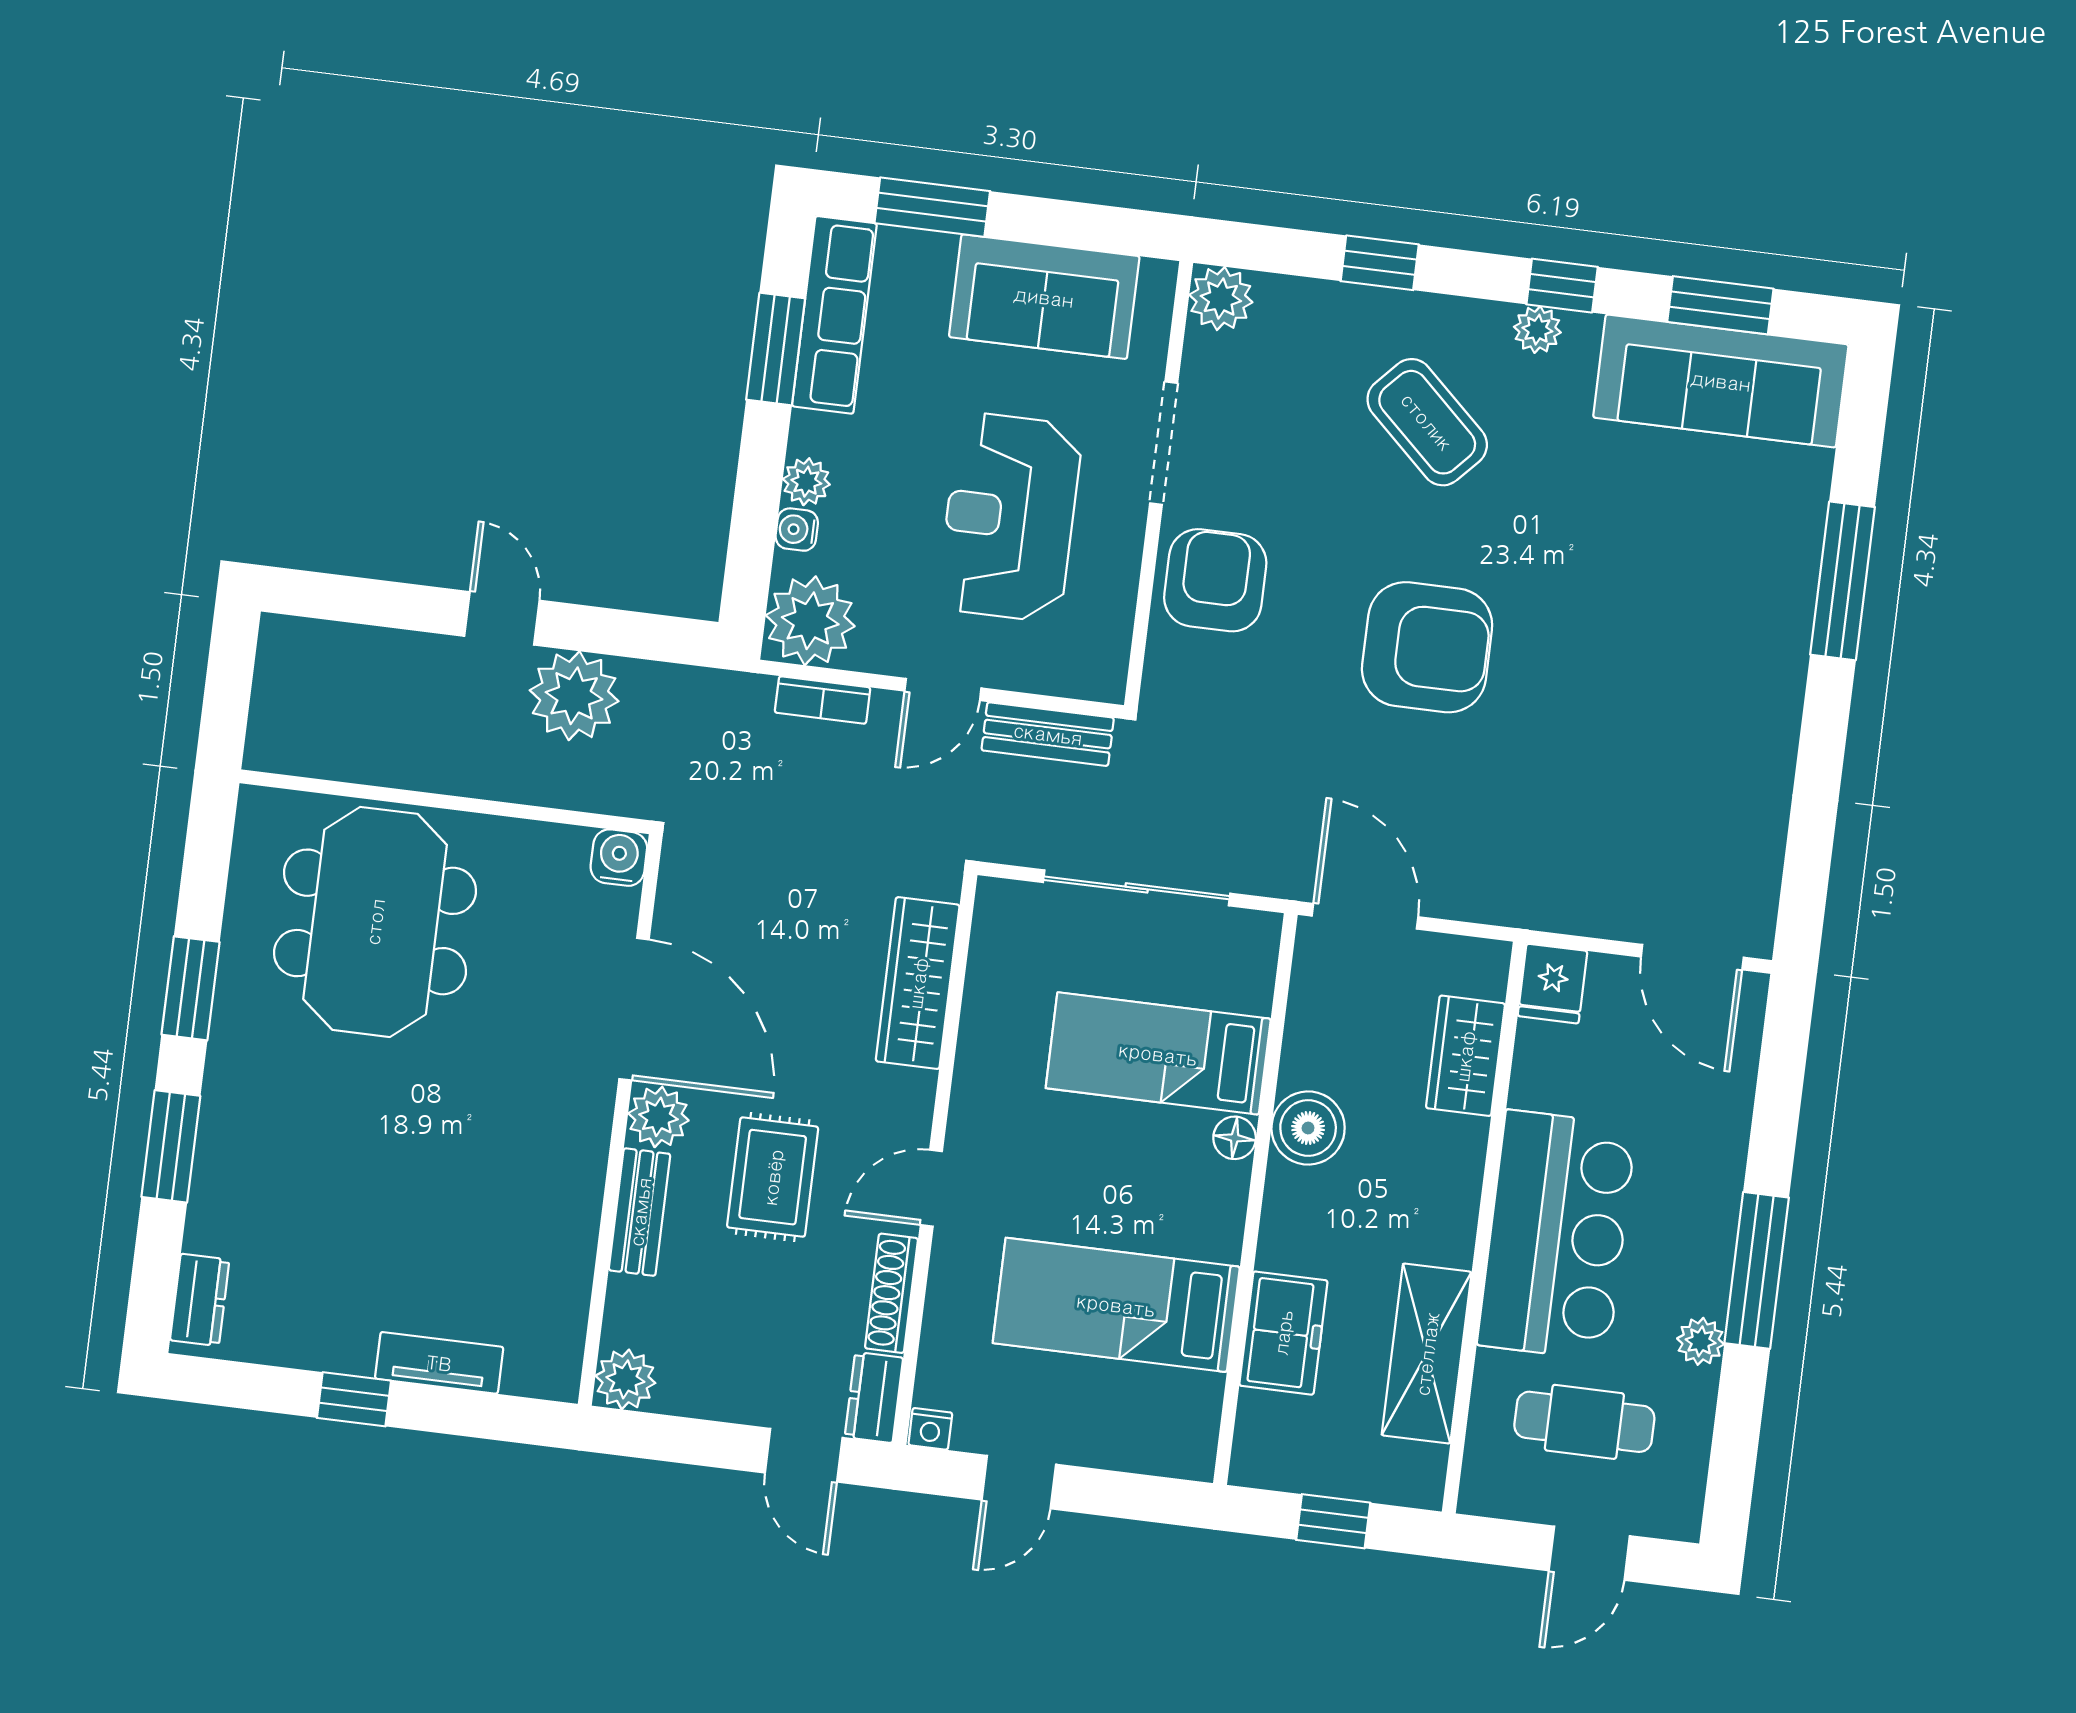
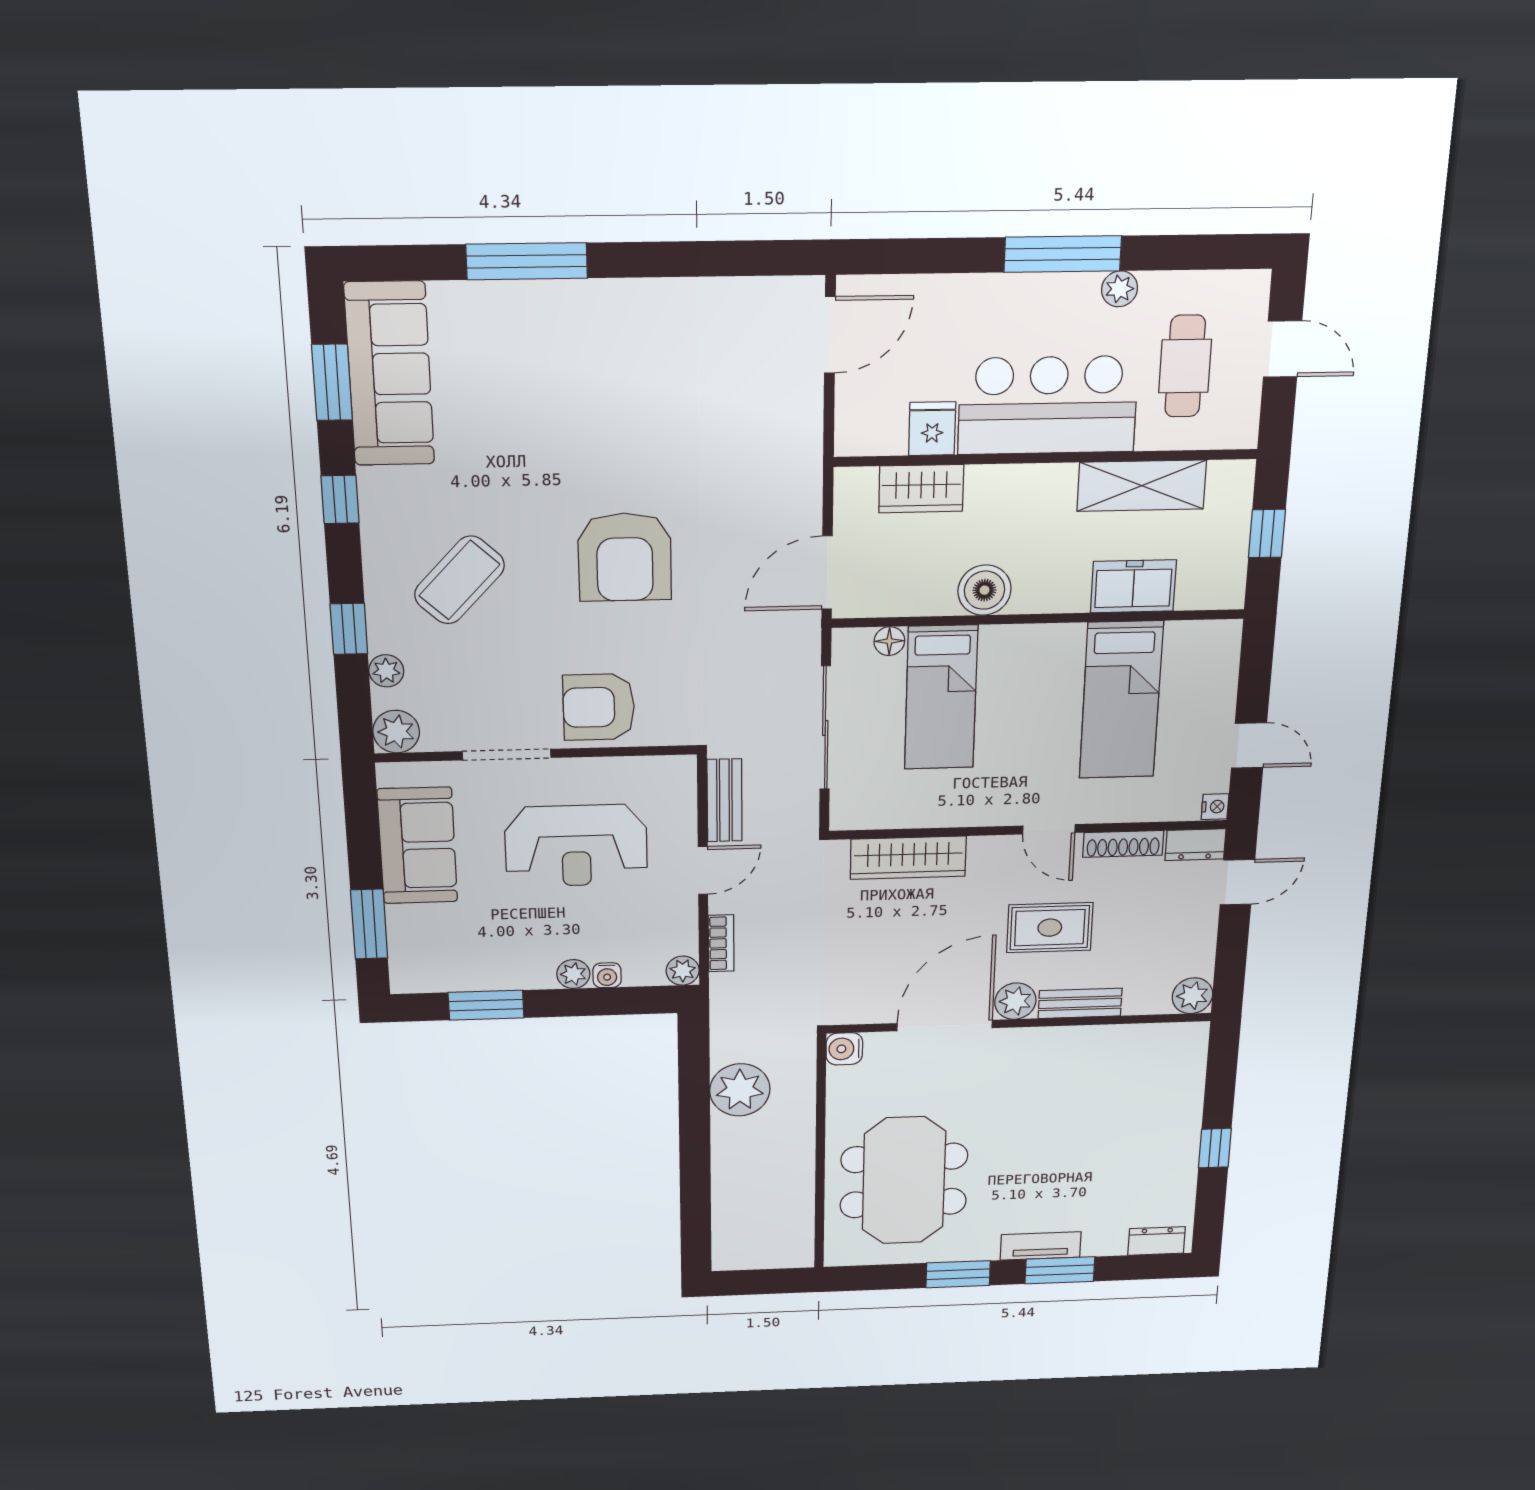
row of seats: (834, 315) -> (456, 973), removed
plant: (1537, 330) -> (386, 671), moved
door: (502, 618) -> (695, 1138), removed
plant: (810, 621) -> (683, 971), width x0.53, depth x0.53
armchair: (1427, 647) -> (625, 557), turned 180
door: (943, 689) -> (703, 871), hinge flipped
meeting table: (375, 922) -> (904, 1181), turned 90
fridge: (1553, 984) -> (932, 429), moved, turned -90
floor lamp: (1235, 1138) -> (889, 641), moved
tv unit: (439, 1363) -> (1041, 1246), moved, turned 90

